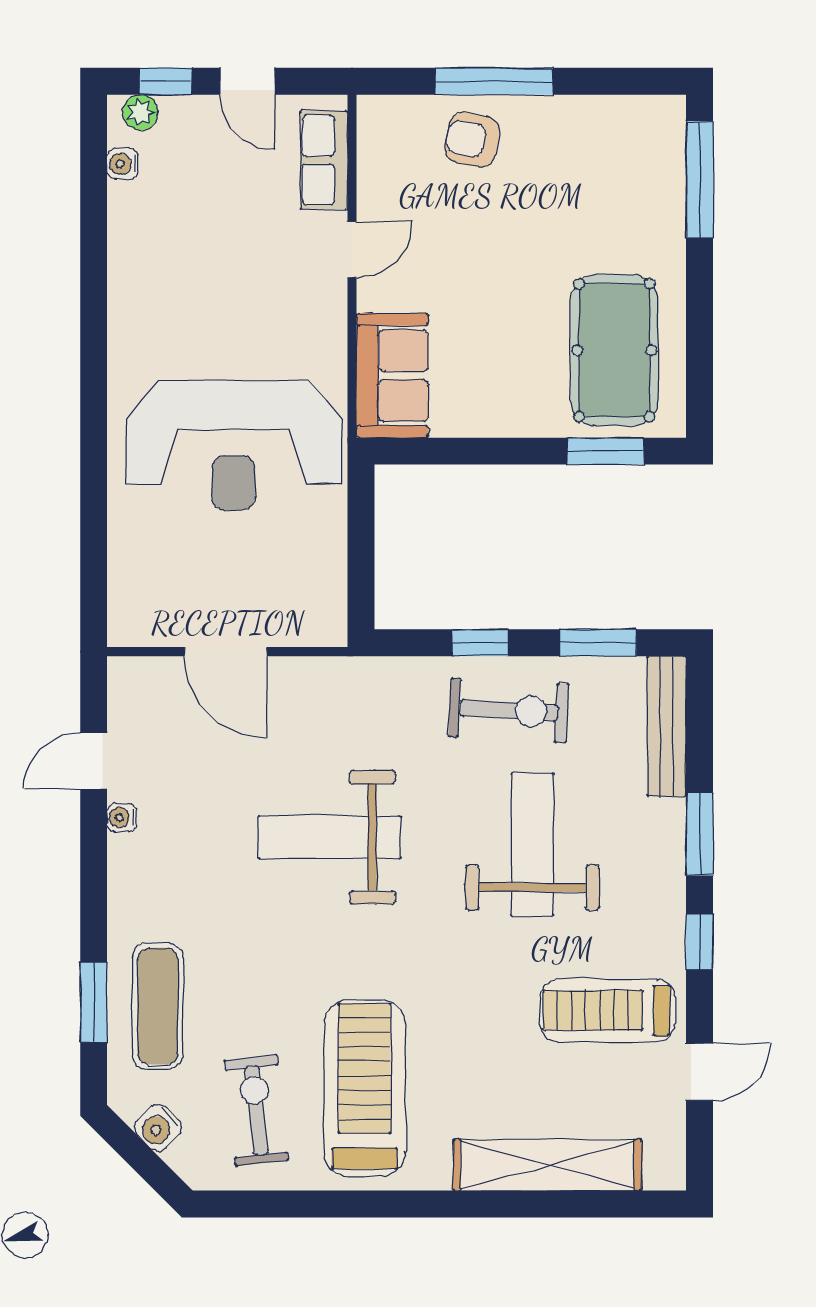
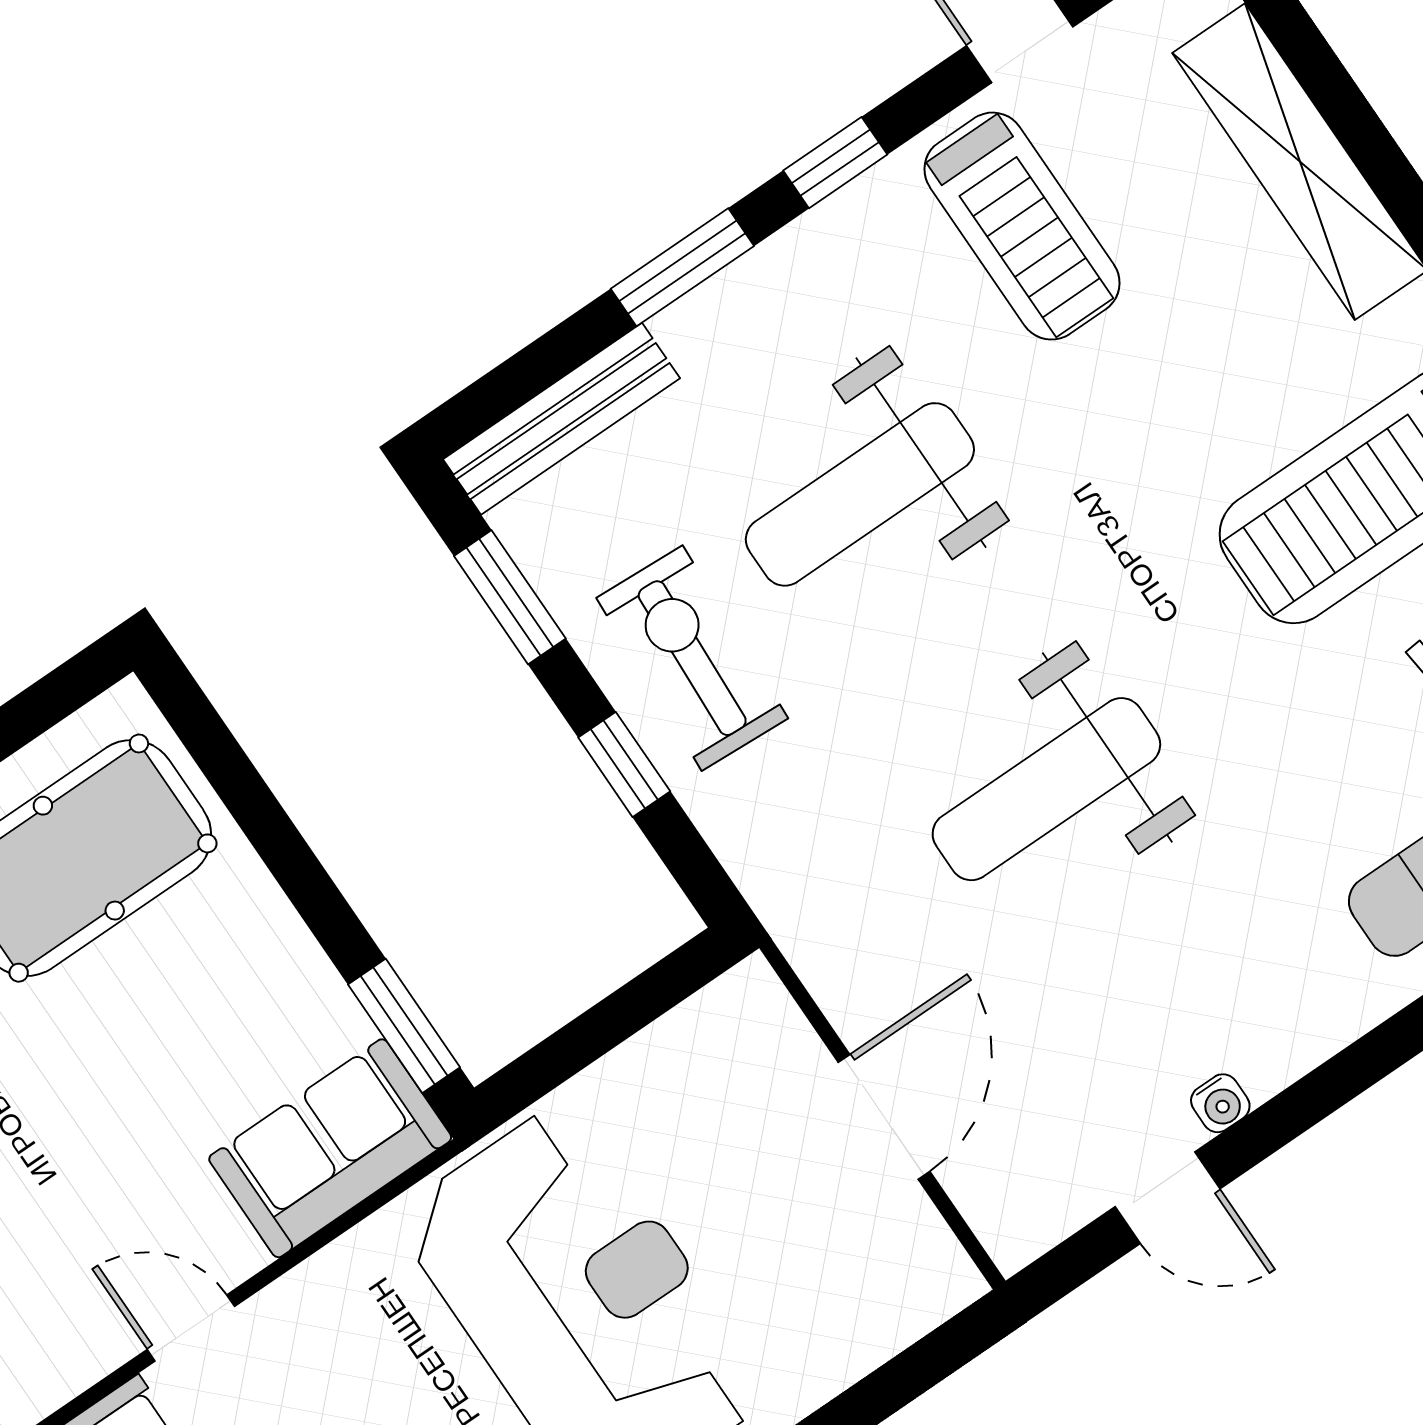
window: (606, 451) -> (404, 1026), moved
weight bench: (329, 837) -> (1046, 789), turned 90

